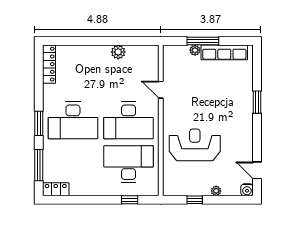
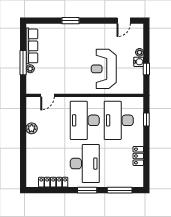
locker: (49, 64) -> (53, 182), moved
door: (161, 90) -> (47, 95), moved
desk: (129, 120) -> (85, 120), turned 180
locker: (56, 189) -> (138, 156), moved
water cooler: (247, 190) -> (139, 62), moved

